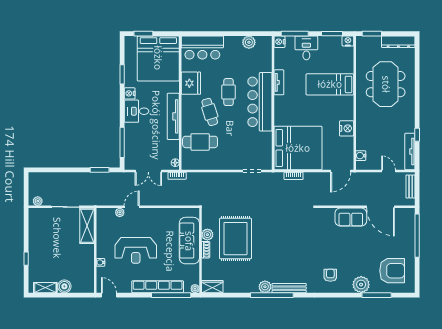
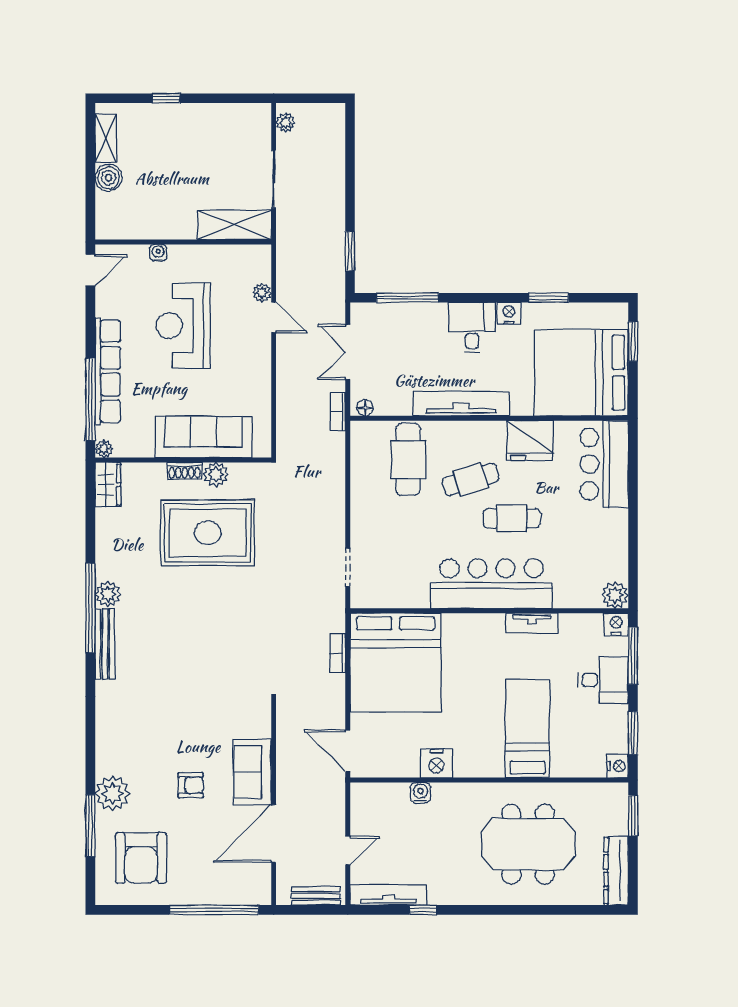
plant: (249, 42) -> (615, 595), moved
water cooler: (361, 156) -> (420, 793), moved
armchair: (330, 275) -> (191, 785), moved

